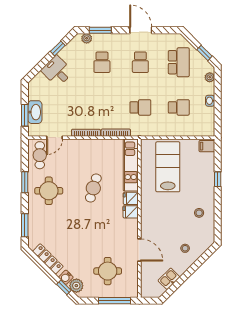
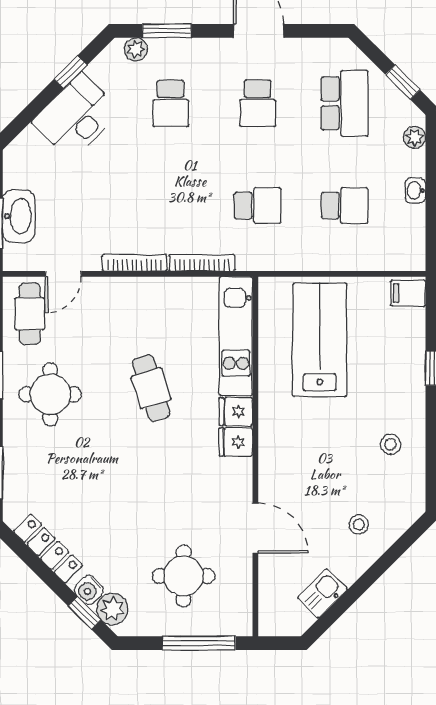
desk: (57, 71) -> (76, 116), width x1.37
cafe table: (93, 188) -> (151, 388), turned -34

